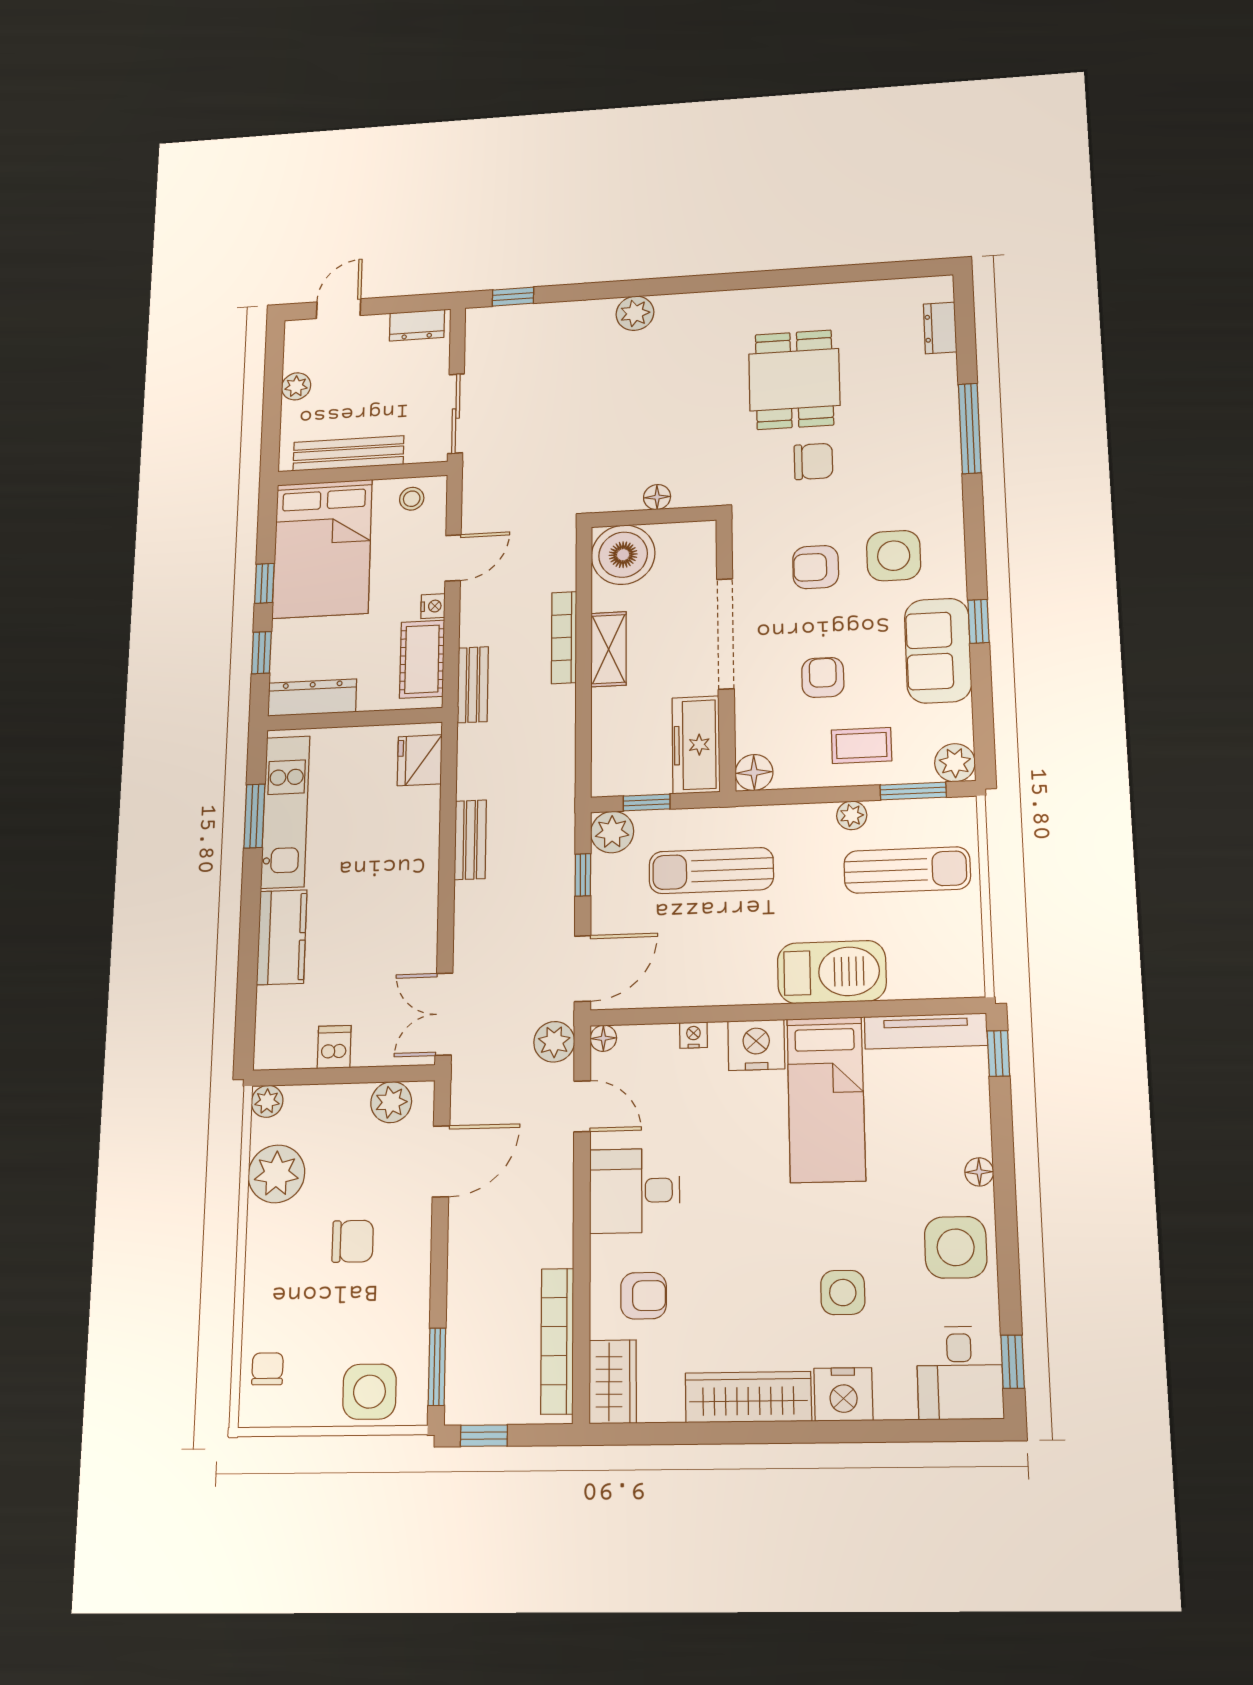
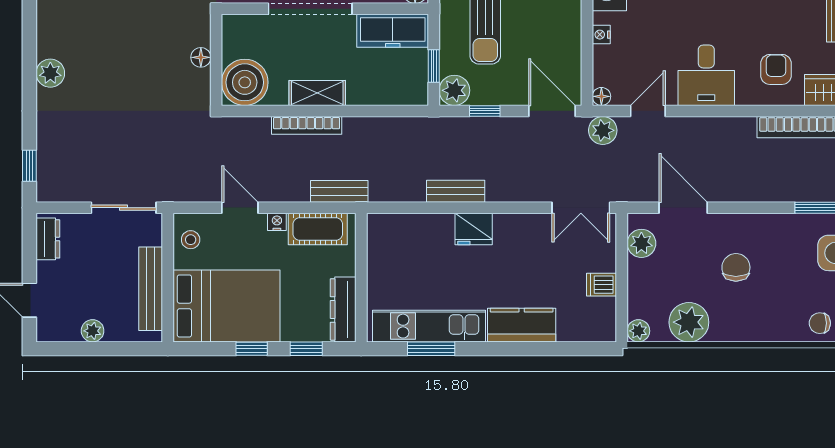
fridge: (420, 760) -> (474, 229), moved

